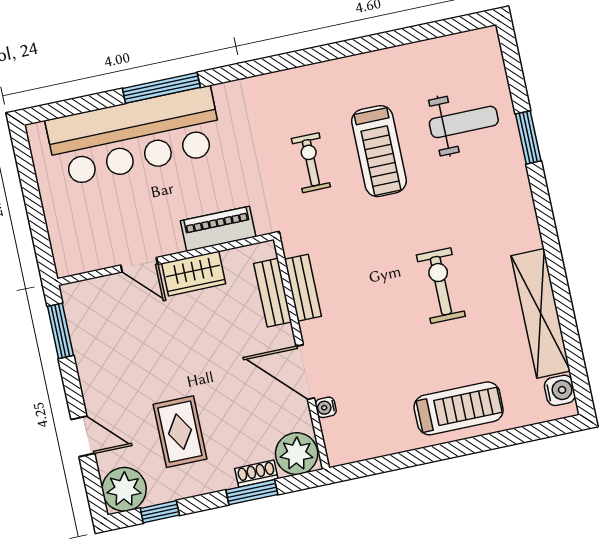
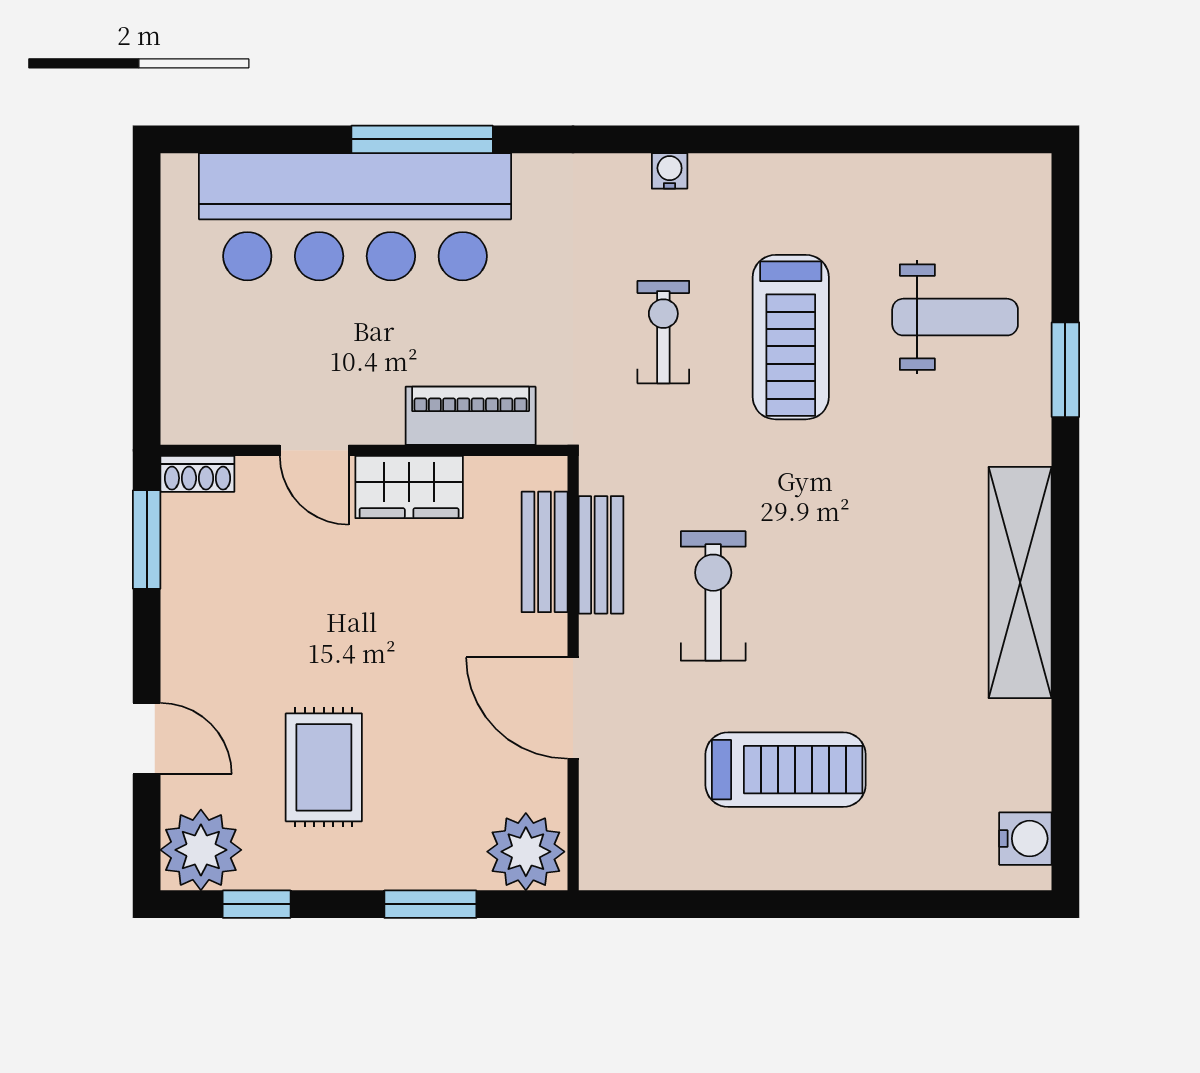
exercise bike: (441, 286) -> (713, 596), moved
shelving: (541, 313) -> (1020, 582), moved
water cooler: (326, 407) -> (670, 171), moved, turned 90
treadmill: (459, 408) -> (786, 770), moved
shoe rack: (256, 474) -> (197, 474), moved, turned 180

